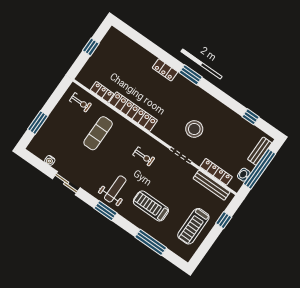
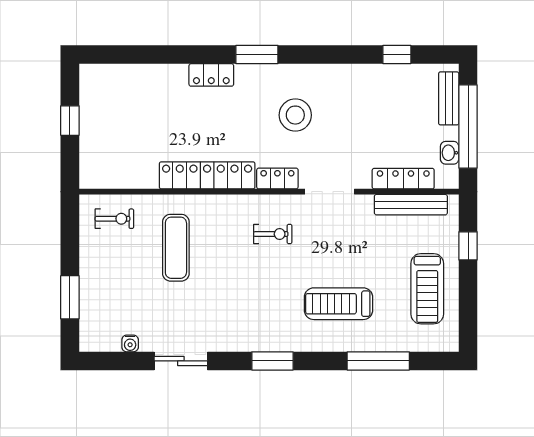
locker: (102, 92) -> (277, 178), moved
stool: (194, 129) -> (295, 115), moved
weight bench: (115, 189) -> (264, 316), removed

